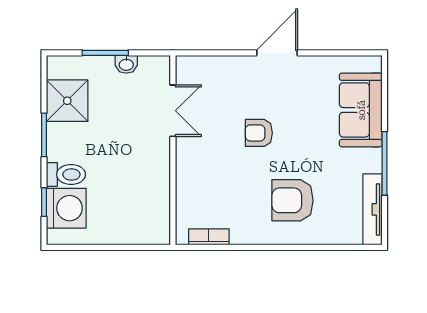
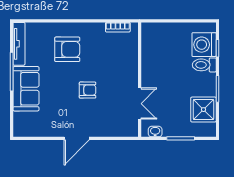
washbasin: (126, 64) -> (155, 132), moved
sofa: (361, 110) -> (26, 89), moved
double door: (173, 111) -> (140, 104), swing flipped

